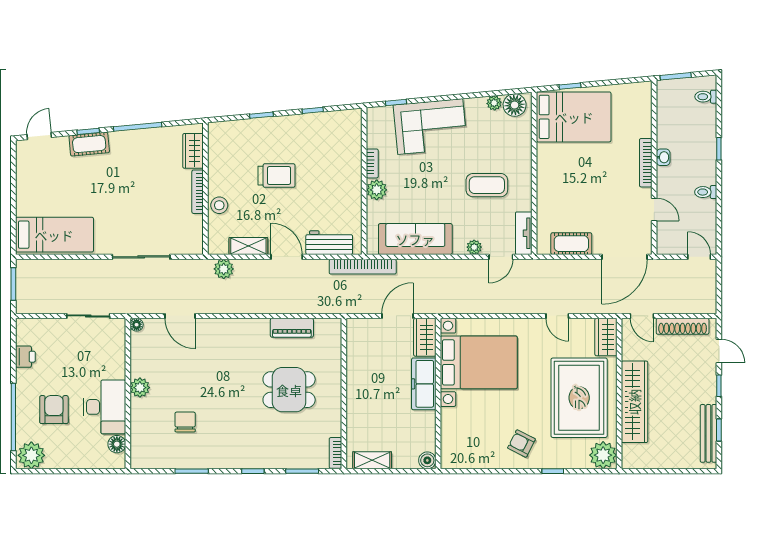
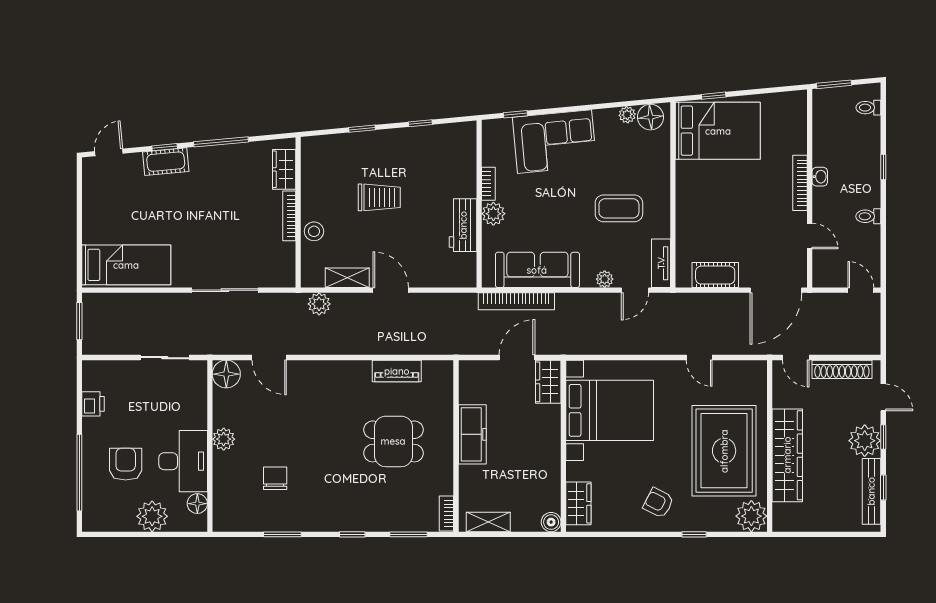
workbench: (329, 243) -> (463, 225), moved, turned -90
bookcase: (363, 267) -> (516, 301), moved
floor lamp: (137, 325) -> (226, 374), width x1.89, depth x1.89
wardrobe: (606, 337) -> (578, 503), moved, turned 180
freezer: (424, 384) -> (472, 434), moved, turned 180
plant: (703, 389) -> (865, 441), added
plant: (31, 455) -> (152, 516), moved

